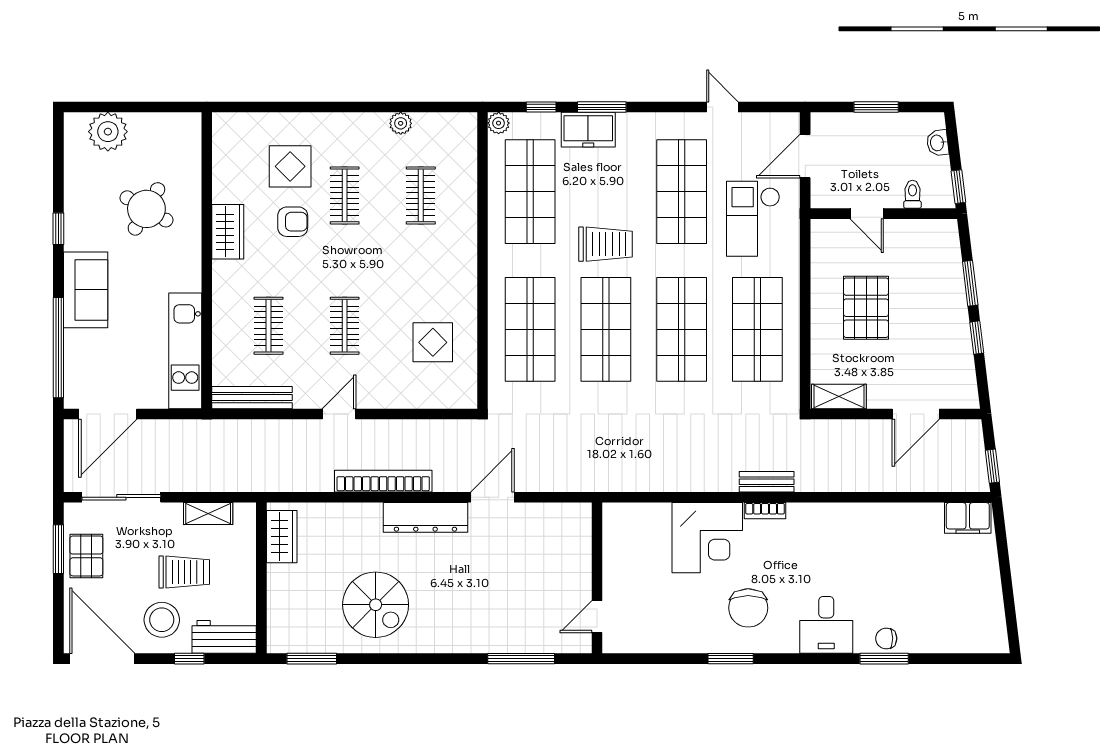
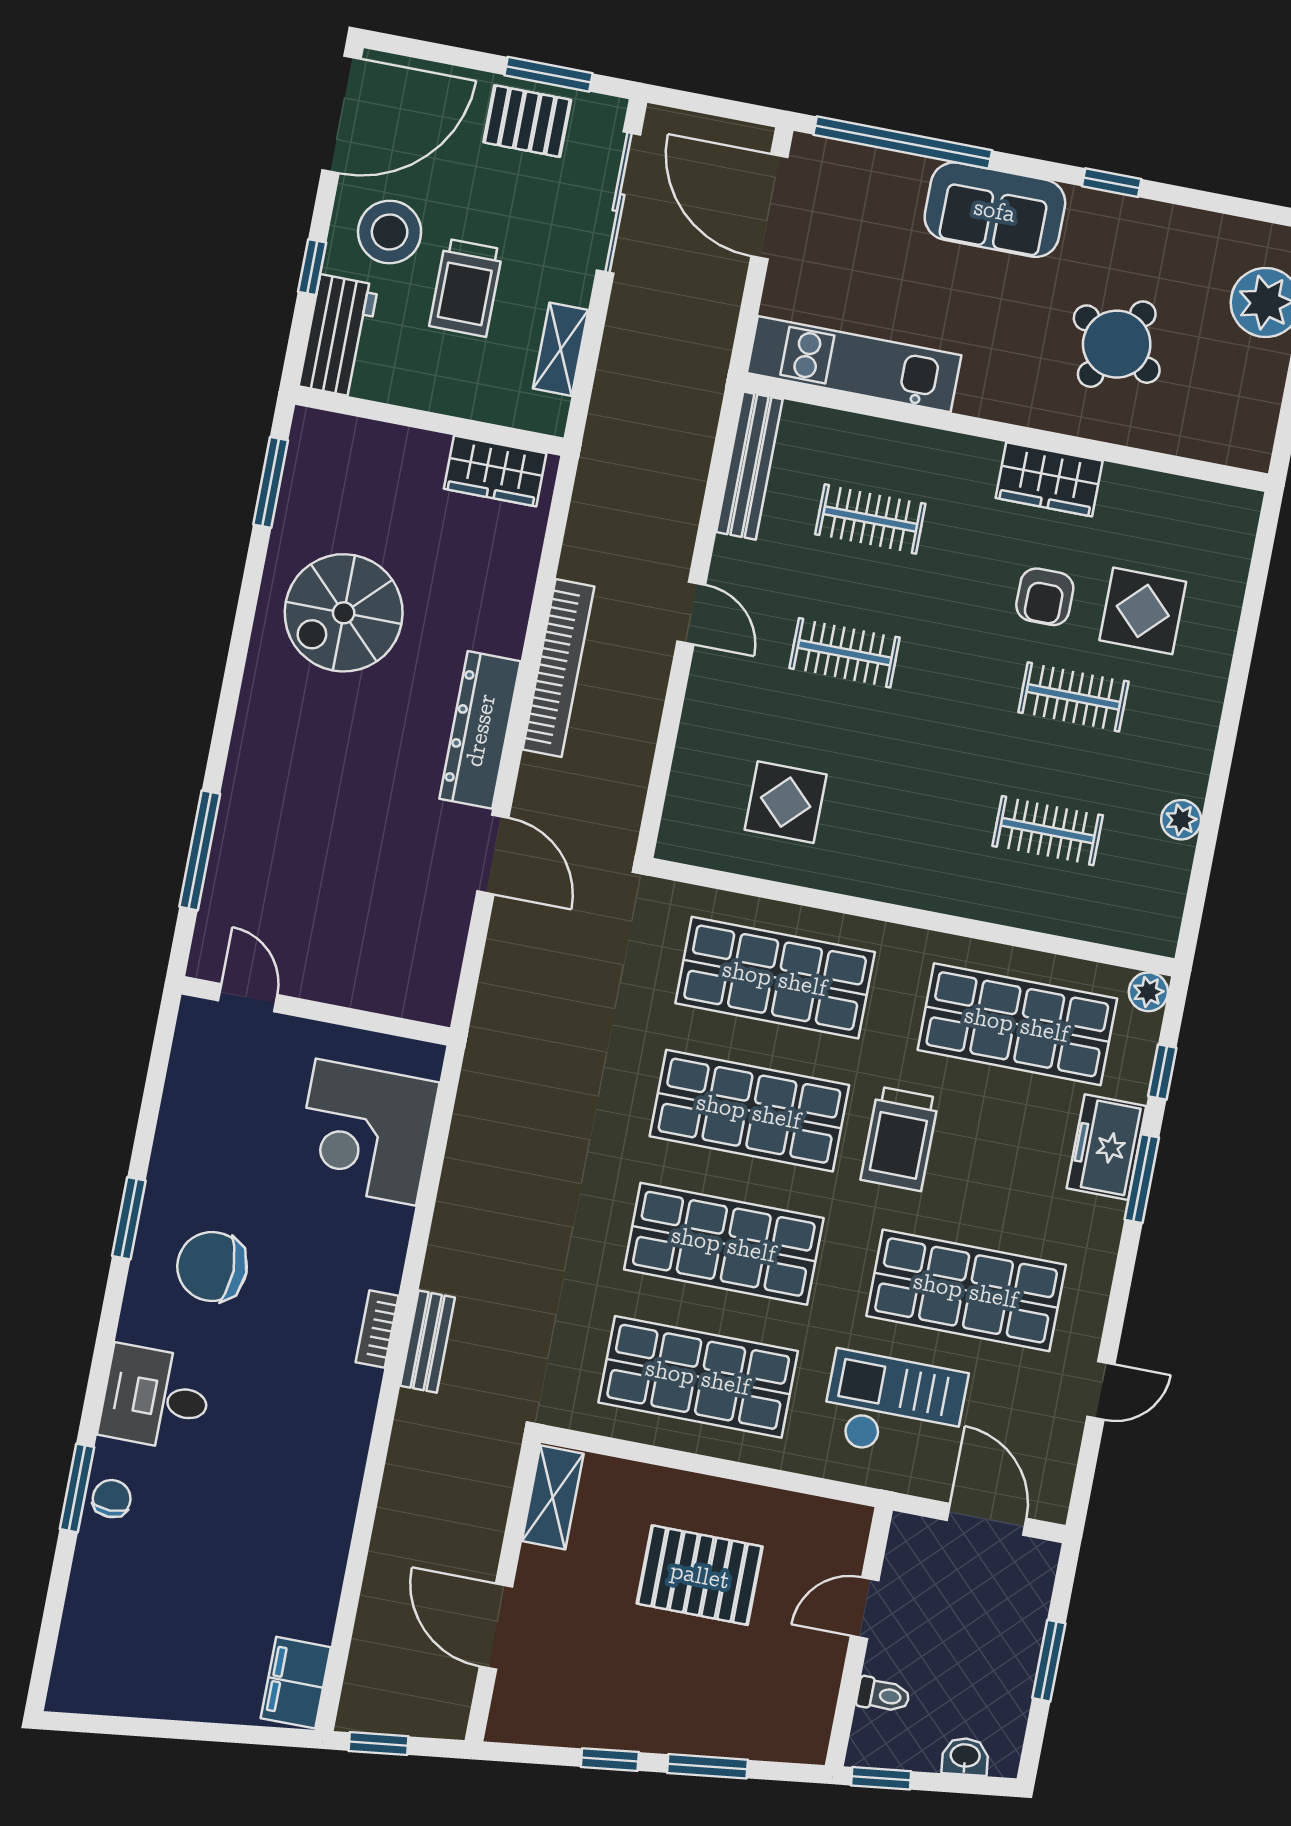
corner desk: (707, 538) -> (366, 1132), moved

